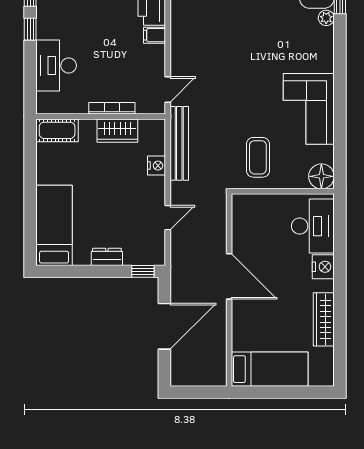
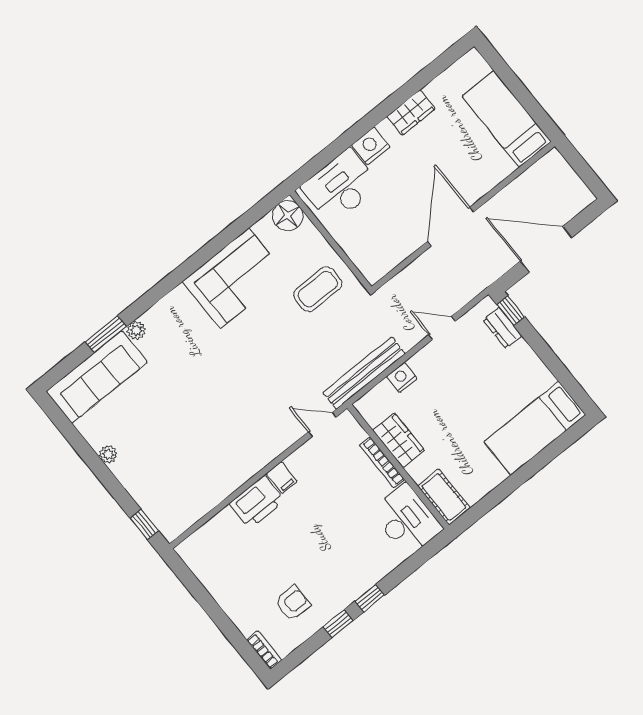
desk: (56, 66) -> (407, 520), moved, turned -90
dresser: (107, 257) -> (502, 328), moved
wardrobe: (324, 319) -> (411, 113), width x0.67

